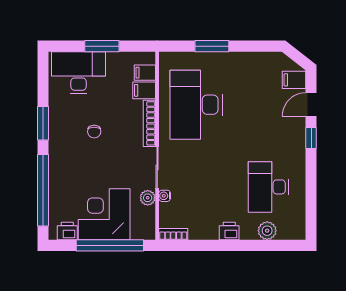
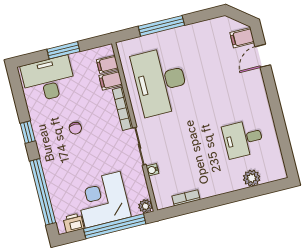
window: (212, 46) -> (161, 26), width x1.44
window: (43, 123) -> (28, 132), width x0.67
window: (311, 138) -> (270, 86), removed
desk: (268, 187) -> (243, 139), width x0.73
plant: (148, 198) -> (145, 206), moved
printer: (229, 231) -> (218, 187), removed
bookcase: (173, 234) -> (186, 198), moved

